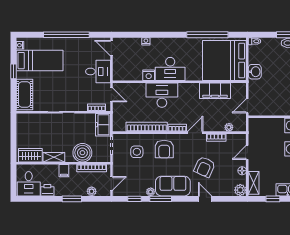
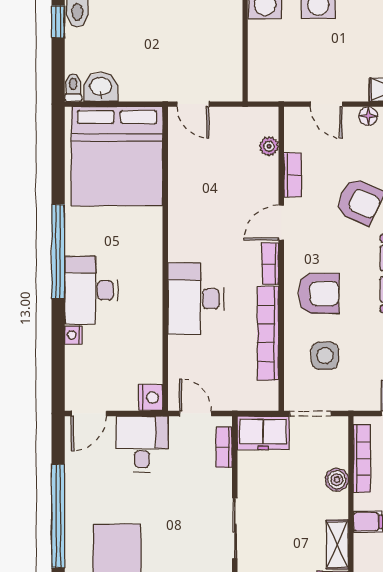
window: (207, 35) -> (58, 252), moved
desk: (170, 69) -> (91, 290), moved, turned 180
washbasin: (255, 72) -> (101, 87), moved
nightstand: (149, 75) -> (151, 397), moved
filing cabinet: (215, 91) -> (186, 178), removed
door: (111, 95) -> (195, 414), hinge flipped
door: (247, 106) -> (193, 104), moved
door: (195, 133) -> (281, 223), hinge flipped
boiler: (82, 153) -> (337, 480), width x0.54, depth x0.54

